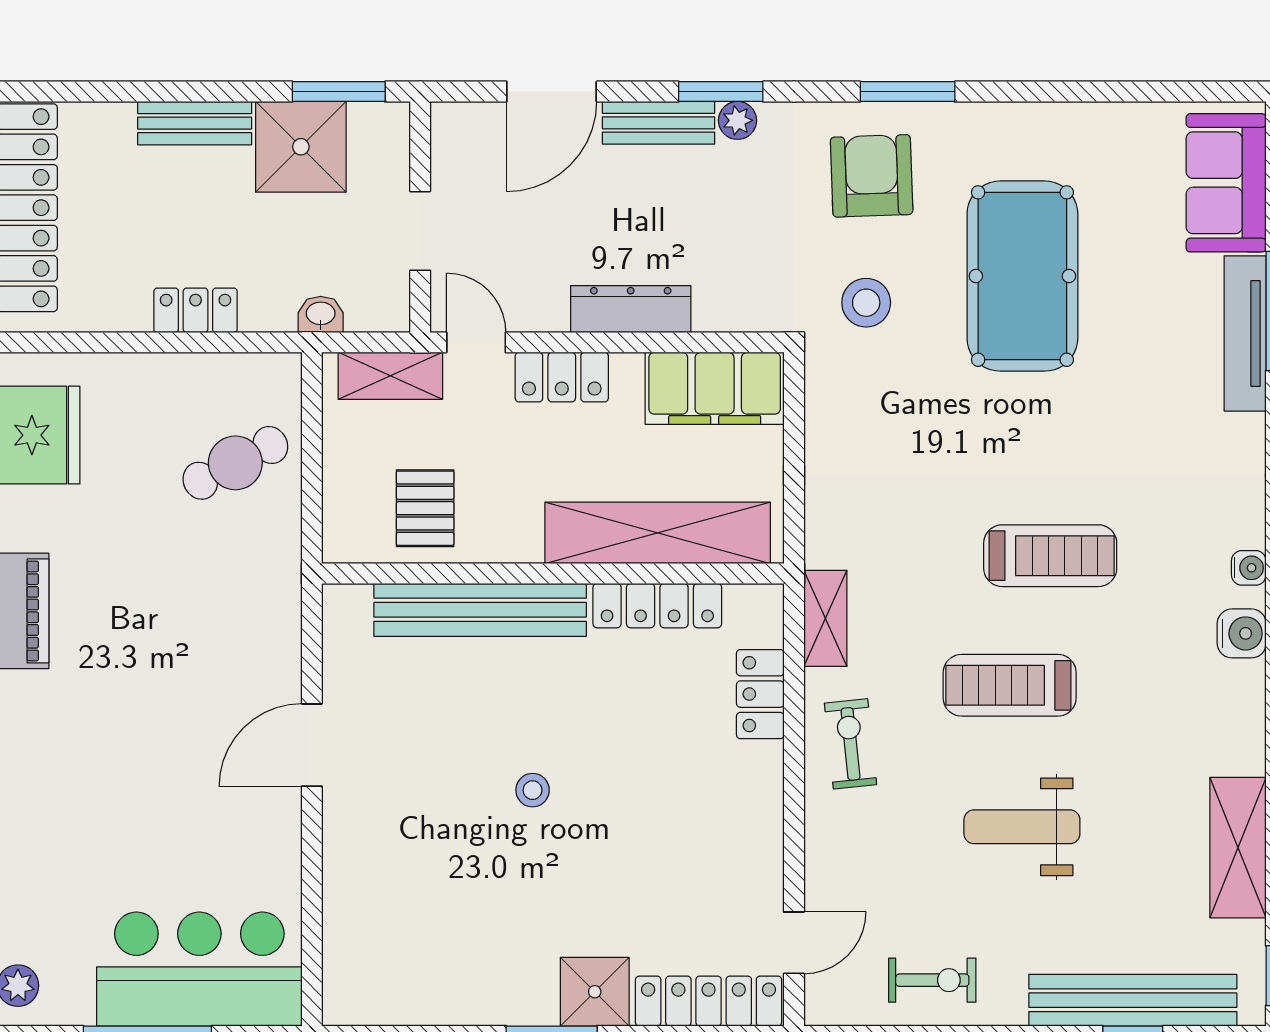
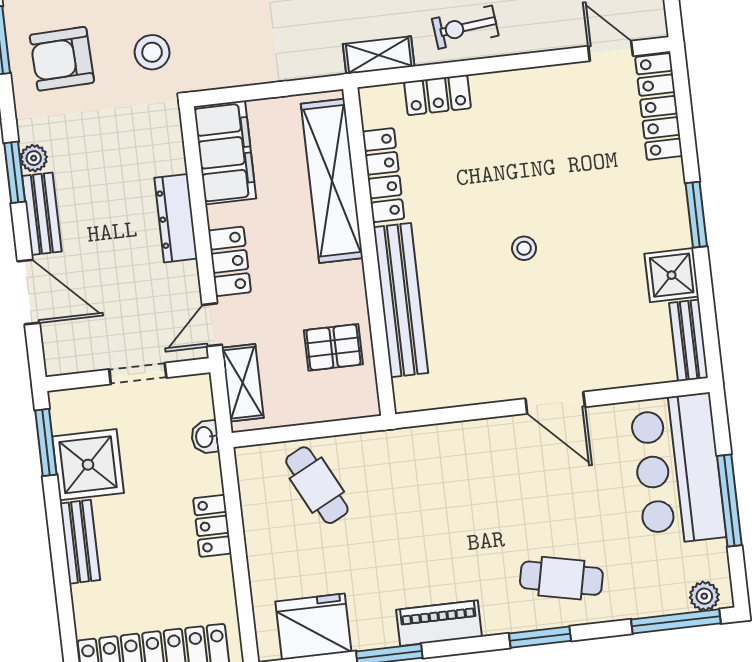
door: (312, 745) -> (555, 403), moved
cafe table: (66, 789) -> (561, 578), added
shower: (595, 992) -> (672, 275), moved
bench: (377, 1005) -> (689, 340), added

